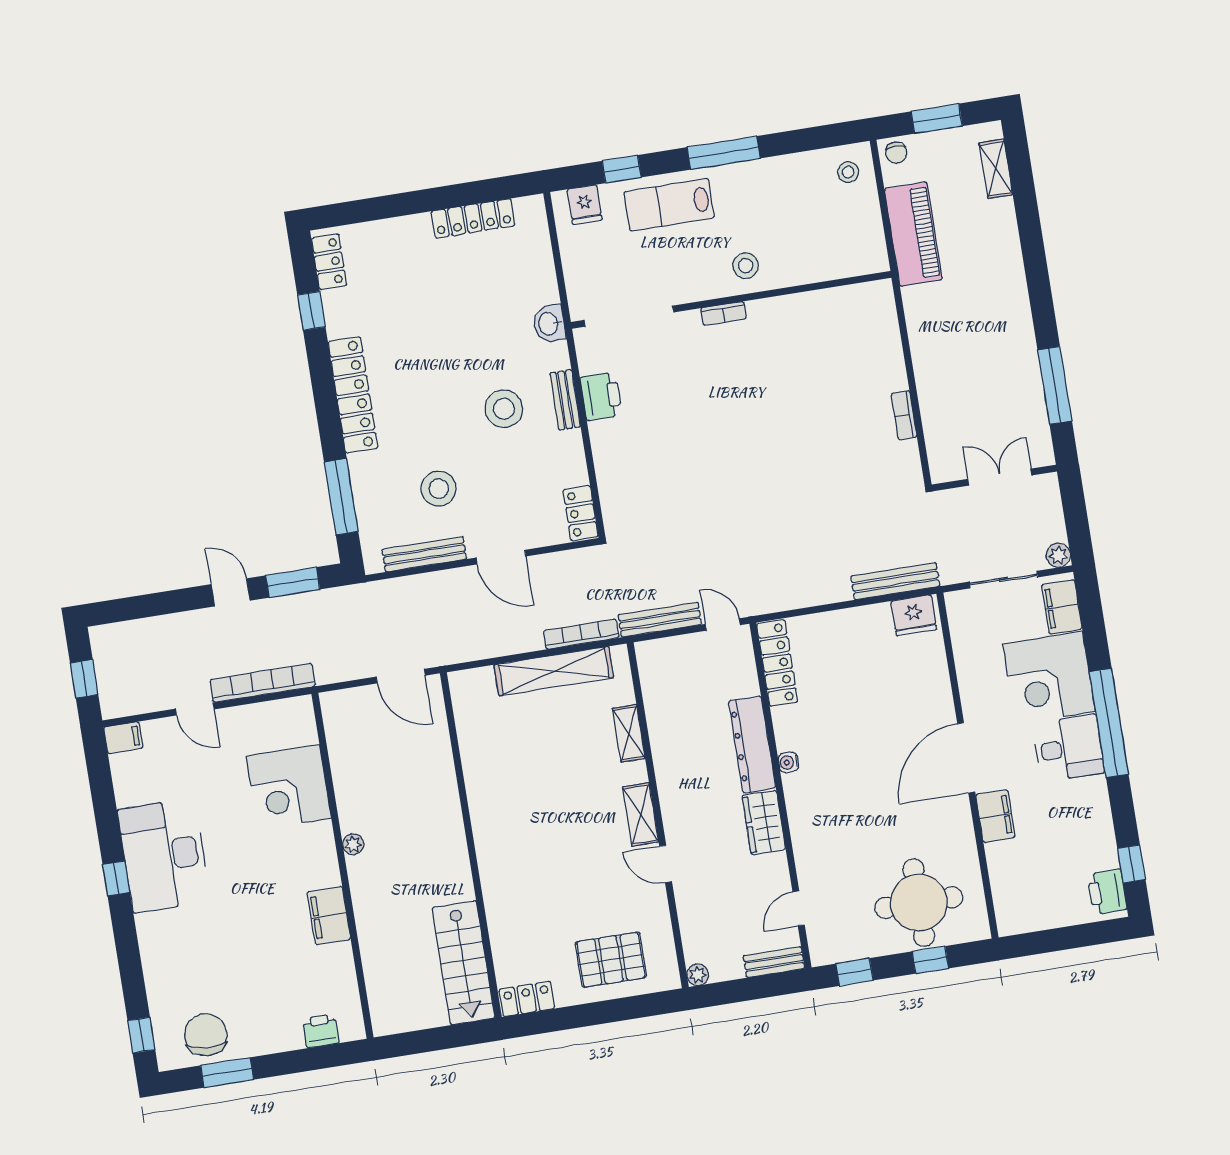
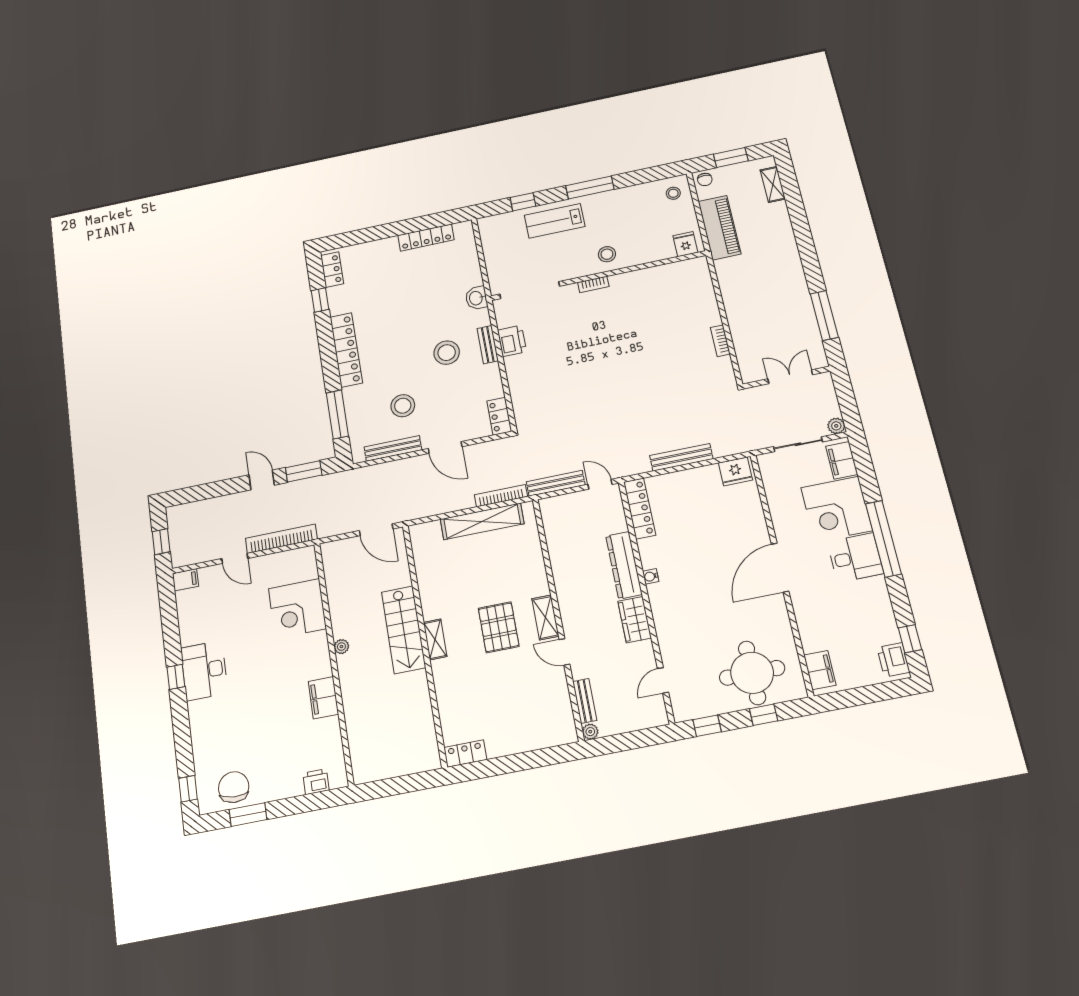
fridge: (585, 205) -> (685, 244), moved, turned 180
bench: (895, 581) -> (681, 457), moved
shelving: (629, 733) -> (435, 639), moved
filing cabinet: (995, 816) -> (820, 670), moved
desk: (164, 855) -> (204, 670), width x0.73, depth x0.77
pallet: (611, 960) -> (499, 627), moved, turned 90
bench: (774, 962) -> (585, 701), moved, turned 90
stairs: (463, 963) -> (404, 630), moved

